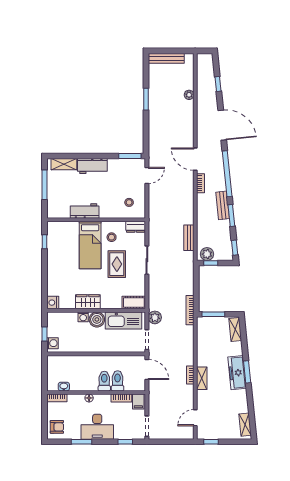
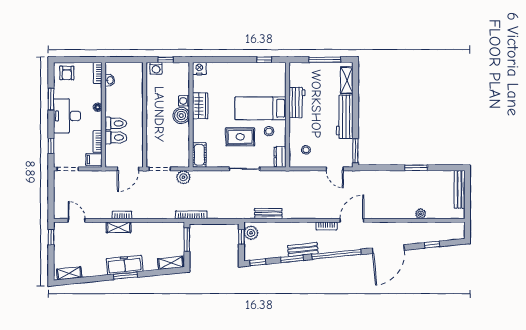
workbench: (92, 166) -> (345, 117), width x1.38
kitchen sink: (124, 320) -> (180, 144), removed

